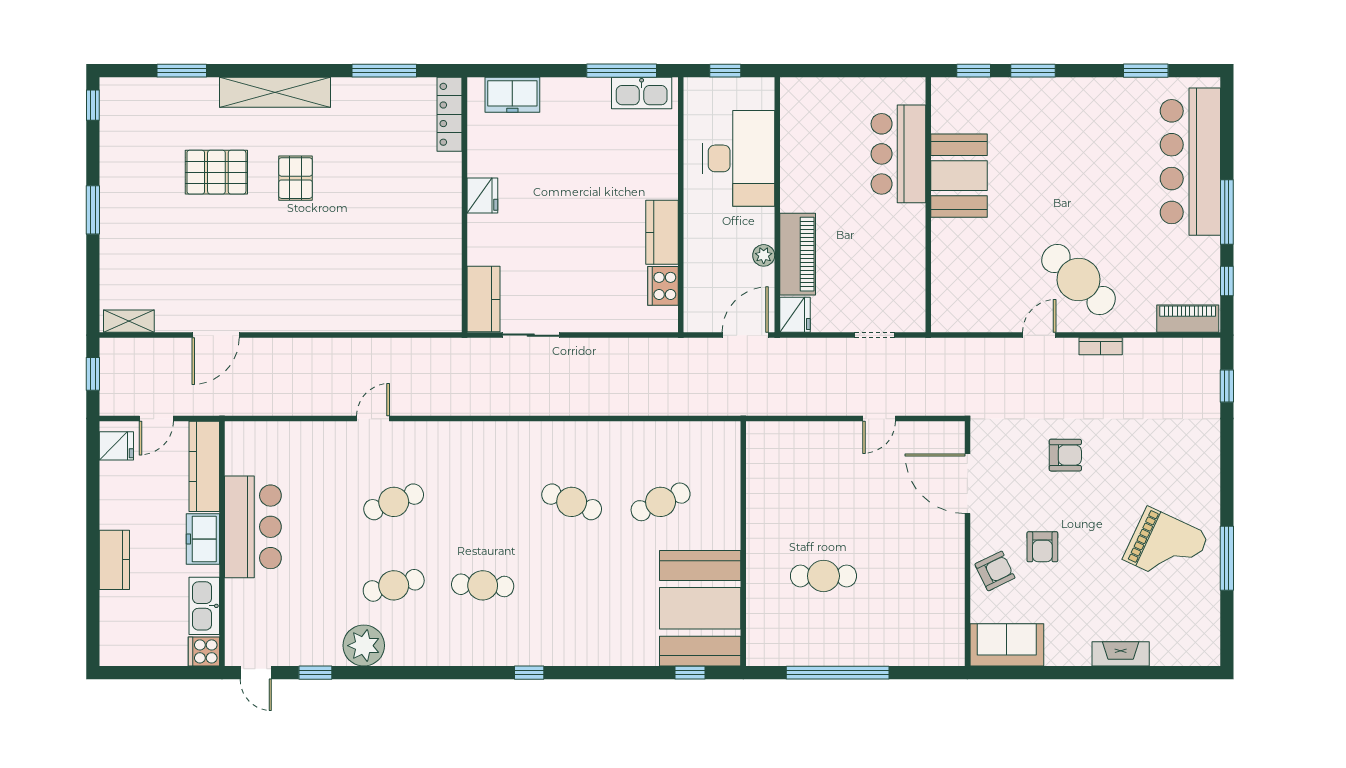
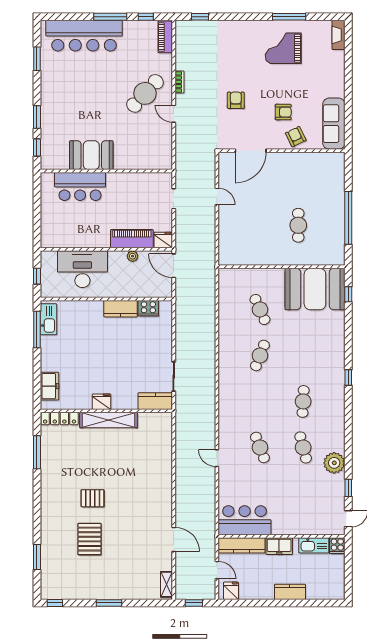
shelving: (275, 92) -> (109, 420), moved, turned 90
bar counter: (253, 527) -> (245, 520), moved
grand piano: (1166, 547) -> (283, 48), turned -115
sofa: (1007, 645) -> (334, 124), width x1.36
fireplace: (1121, 654) -> (339, 35), moved

